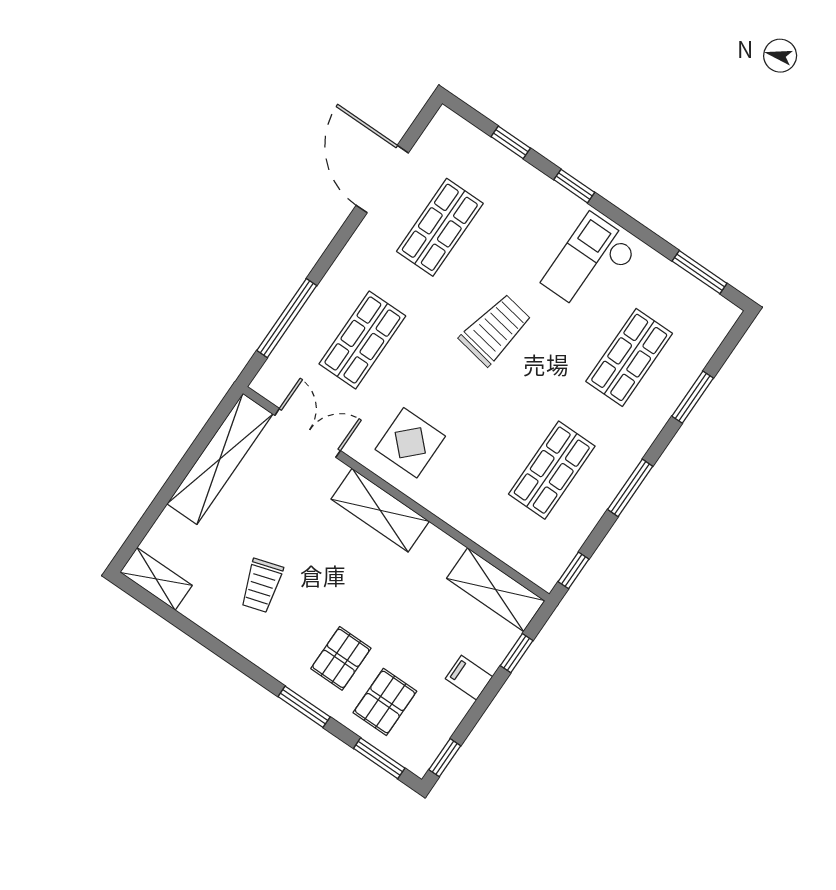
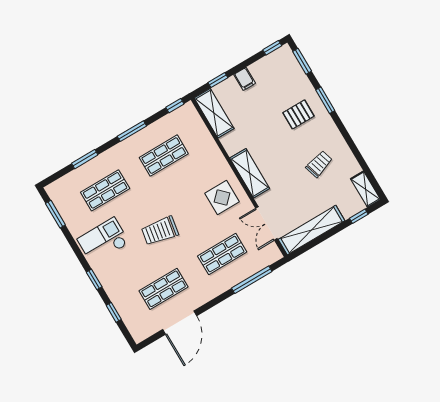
checkout: (590, 264) -> (103, 241), turned 180
window: (145, 524) -> (359, 216), added
pallet: (385, 702) -> (288, 86), removed

